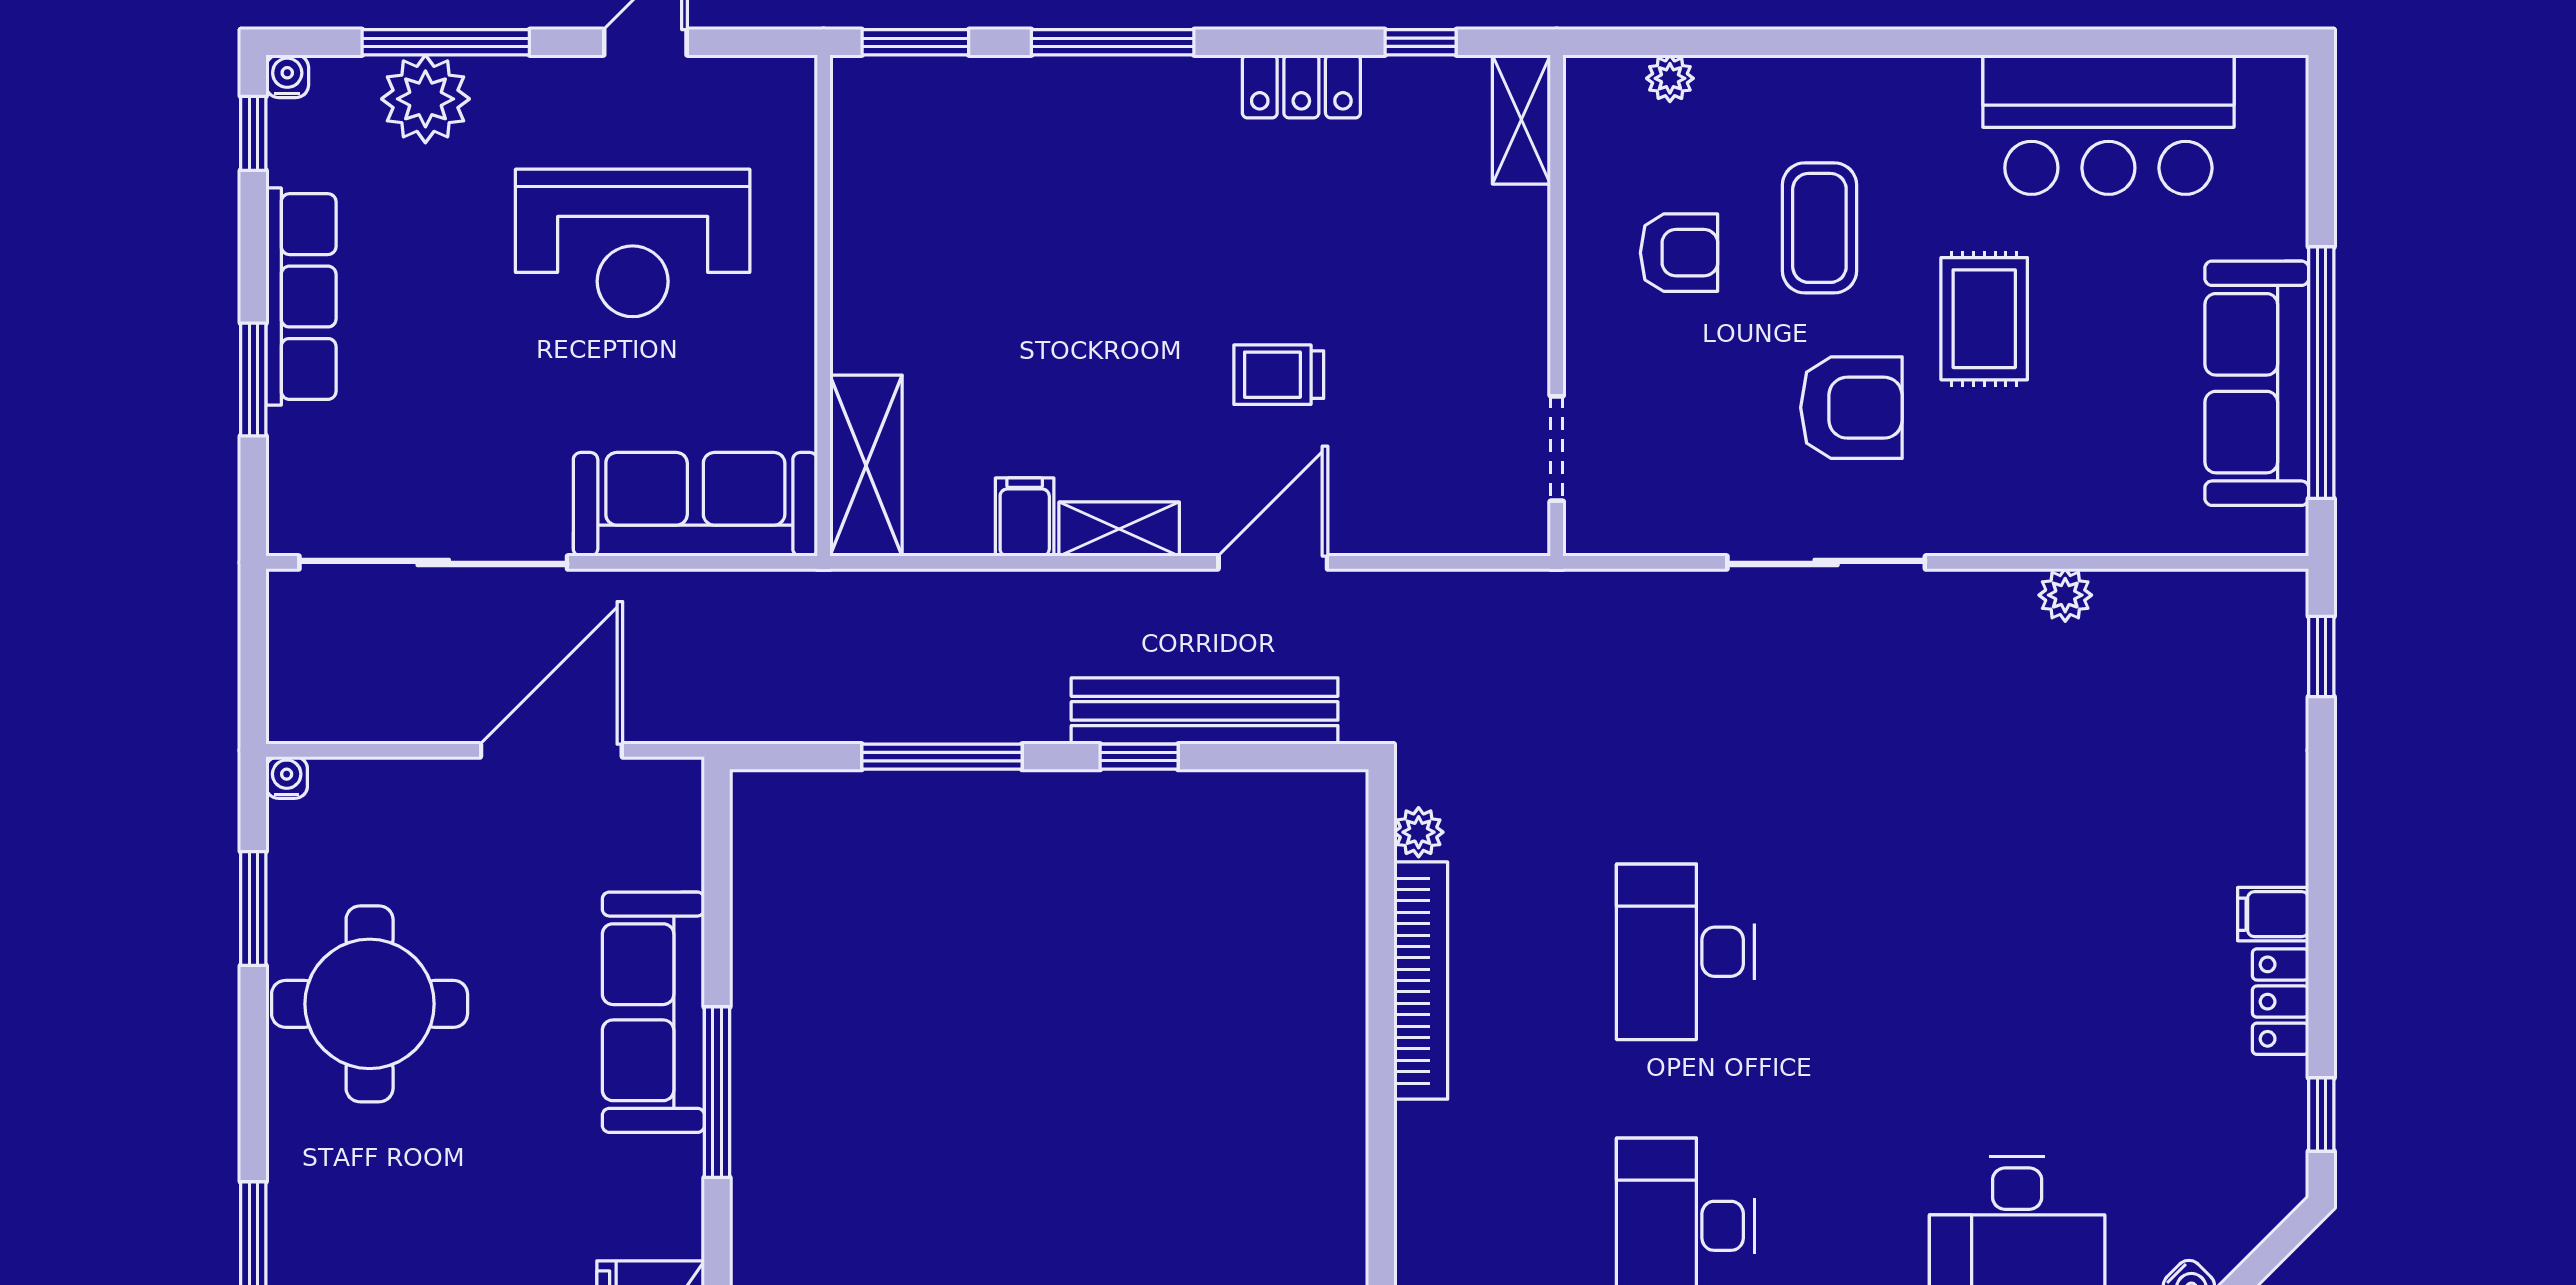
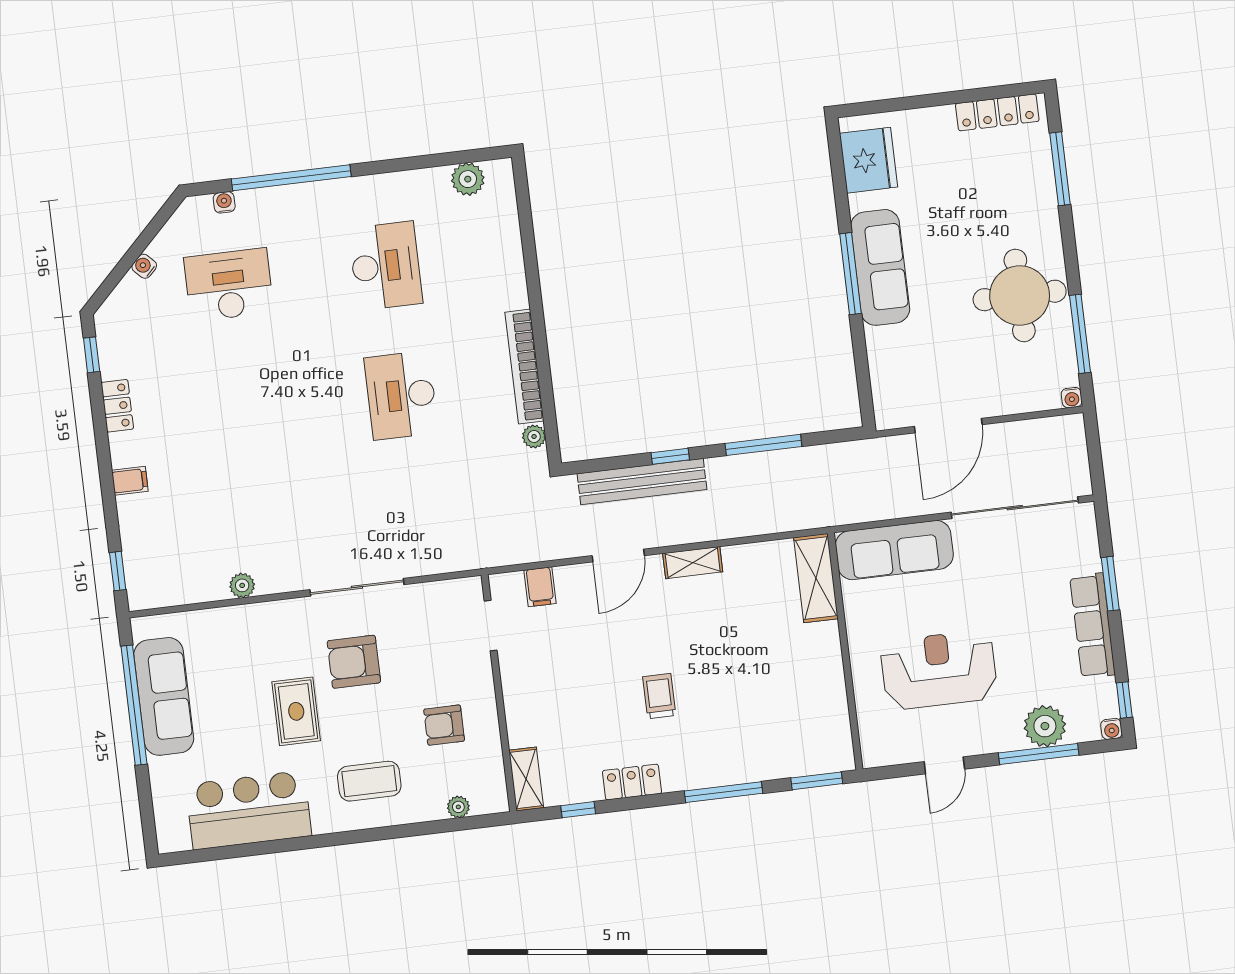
coffee table: (1819, 228) -> (369, 781), moved, turned 90
trolley: (1279, 375) -> (659, 696), moved, turned -90
filing cabinet: (1025, 517) -> (540, 587), moved
window: (253, 908) -> (1080, 334), width x1.44
filing cabinet: (2273, 914) -> (130, 481), moved
desk: (1685, 952) -> (401, 395), turned 180
sofa: (653, 1012) -> (880, 267), moved

